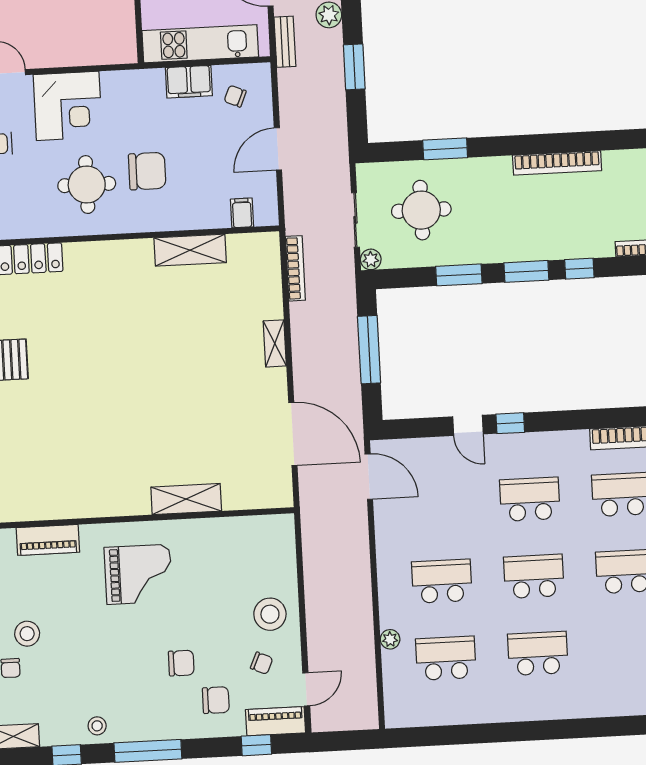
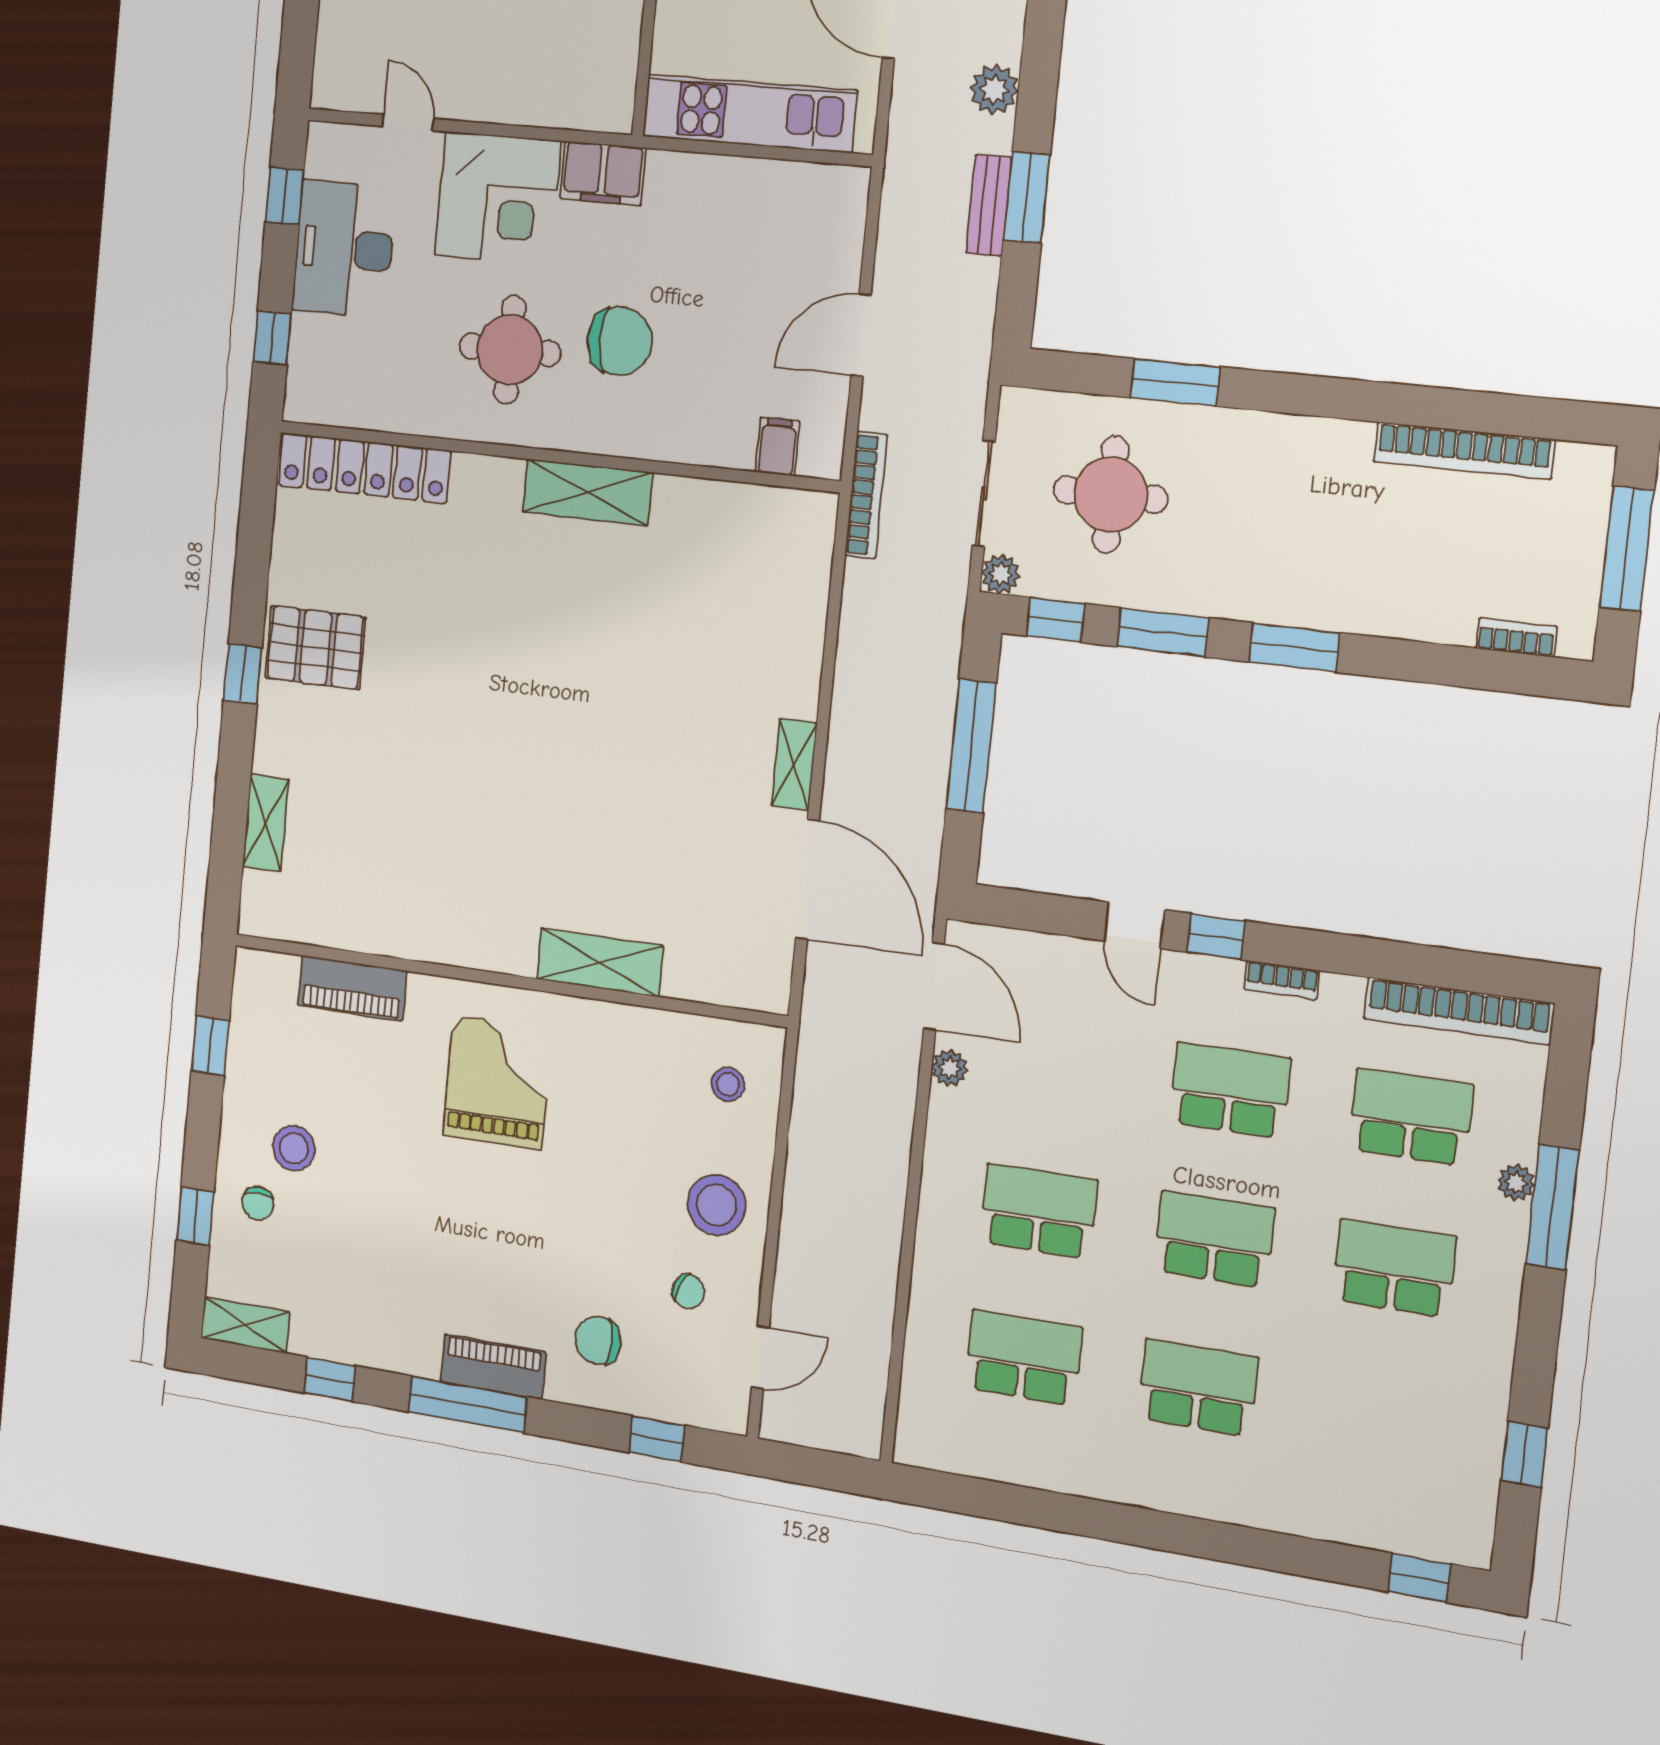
bench: (285, 42) -> (989, 205), moved
filing cabinet: (189, 82) -> (603, 173), moved
chair: (235, 96) -> (798, 223), removed
bookcase: (557, 163) -> (1464, 451), moved
shelving: (190, 250) -> (587, 492), moved
bookcase: (295, 268) -> (866, 495), moved
window: (579, 269) -> (1056, 620), moved
shelving: (275, 343) -> (794, 765), moved
bookcase: (547, 439) -> (1282, 980), added
grand piano: (138, 574) -> (497, 1082), turned -90
plant: (390, 639) -> (950, 1068), moved
chair: (181, 663) -> (548, 1260), removed
chair: (216, 700) -> (598, 1340), turned 180
piano: (276, 721) -> (493, 1367), moved
stool: (97, 726) -> (728, 1084), moved

